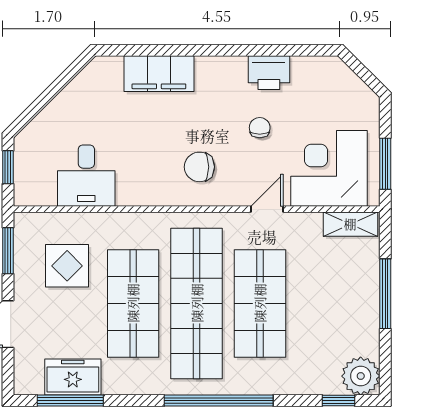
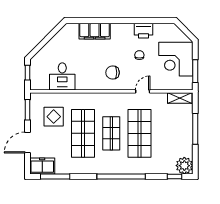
corner desk: (329, 168) -> (176, 59), moved, turned -90
shop shelf: (197, 303) -> (111, 133), width x0.50, depth x0.74
freezer: (73, 377) -> (42, 166), moved

